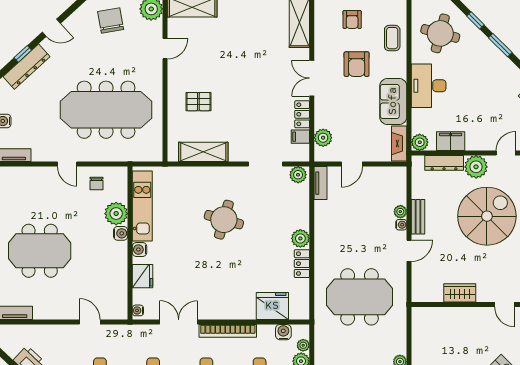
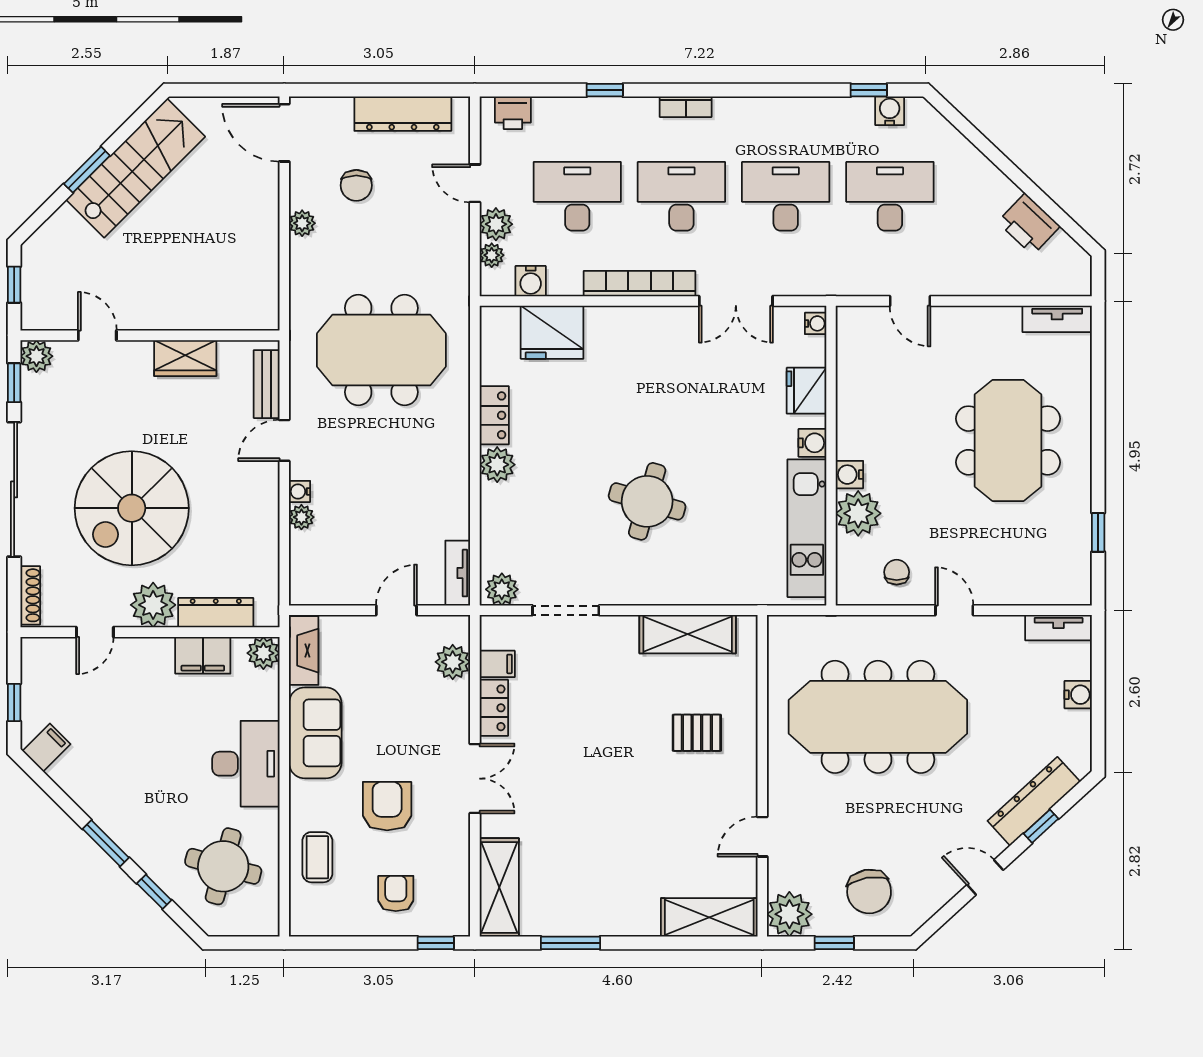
bench: (418, 217) -> (267, 384), moved
meeting table: (40, 251) -> (1008, 440), turned 90

